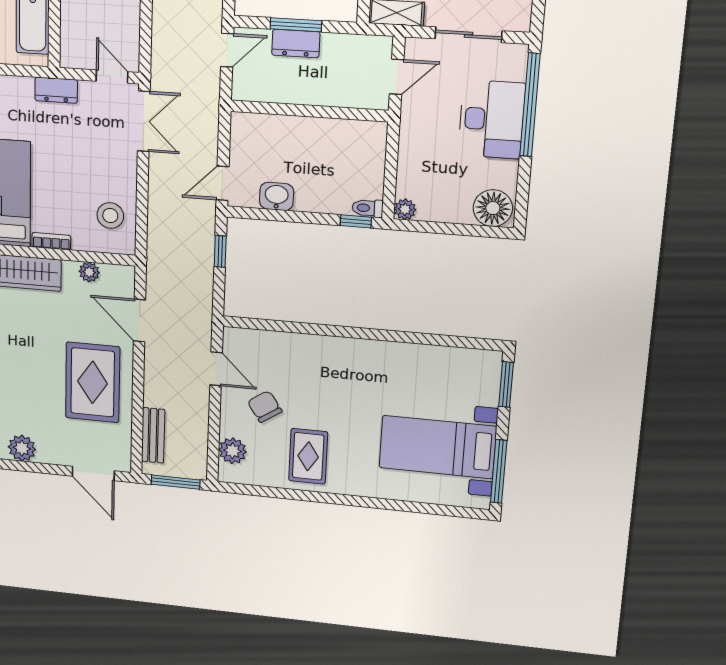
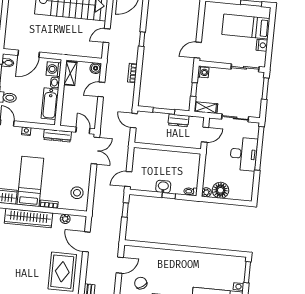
dresser: (296, 43) -> (178, 120), moved
door: (227, 50) -> (134, 121), swing flipped
dresser: (56, 90) -> (57, 136), width x1.44
washbasin: (277, 196) -> (163, 187), moved
floor lamp: (493, 208) -> (220, 190), moved
window: (356, 221) -> (169, 196), moved
door: (216, 369) -> (120, 265), hinge flipped

